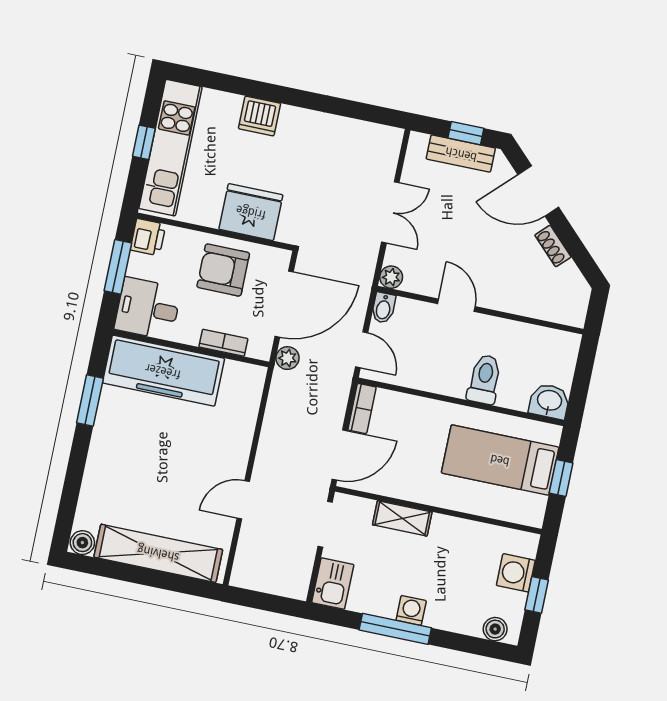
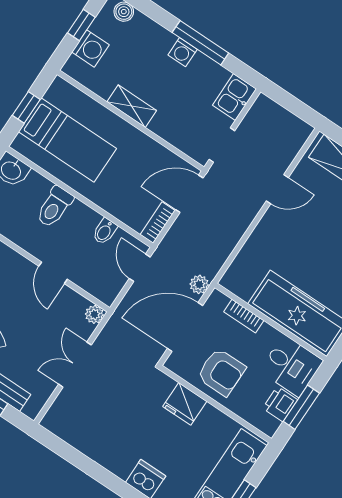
fridge: (251, 212) -> (185, 404), width x0.73, depth x0.75
printer: (148, 237) -> (280, 404), moved
bidet: (383, 308) -> (105, 231), moved, turned 180
shelving: (402, 518) -> (132, 106), moved

